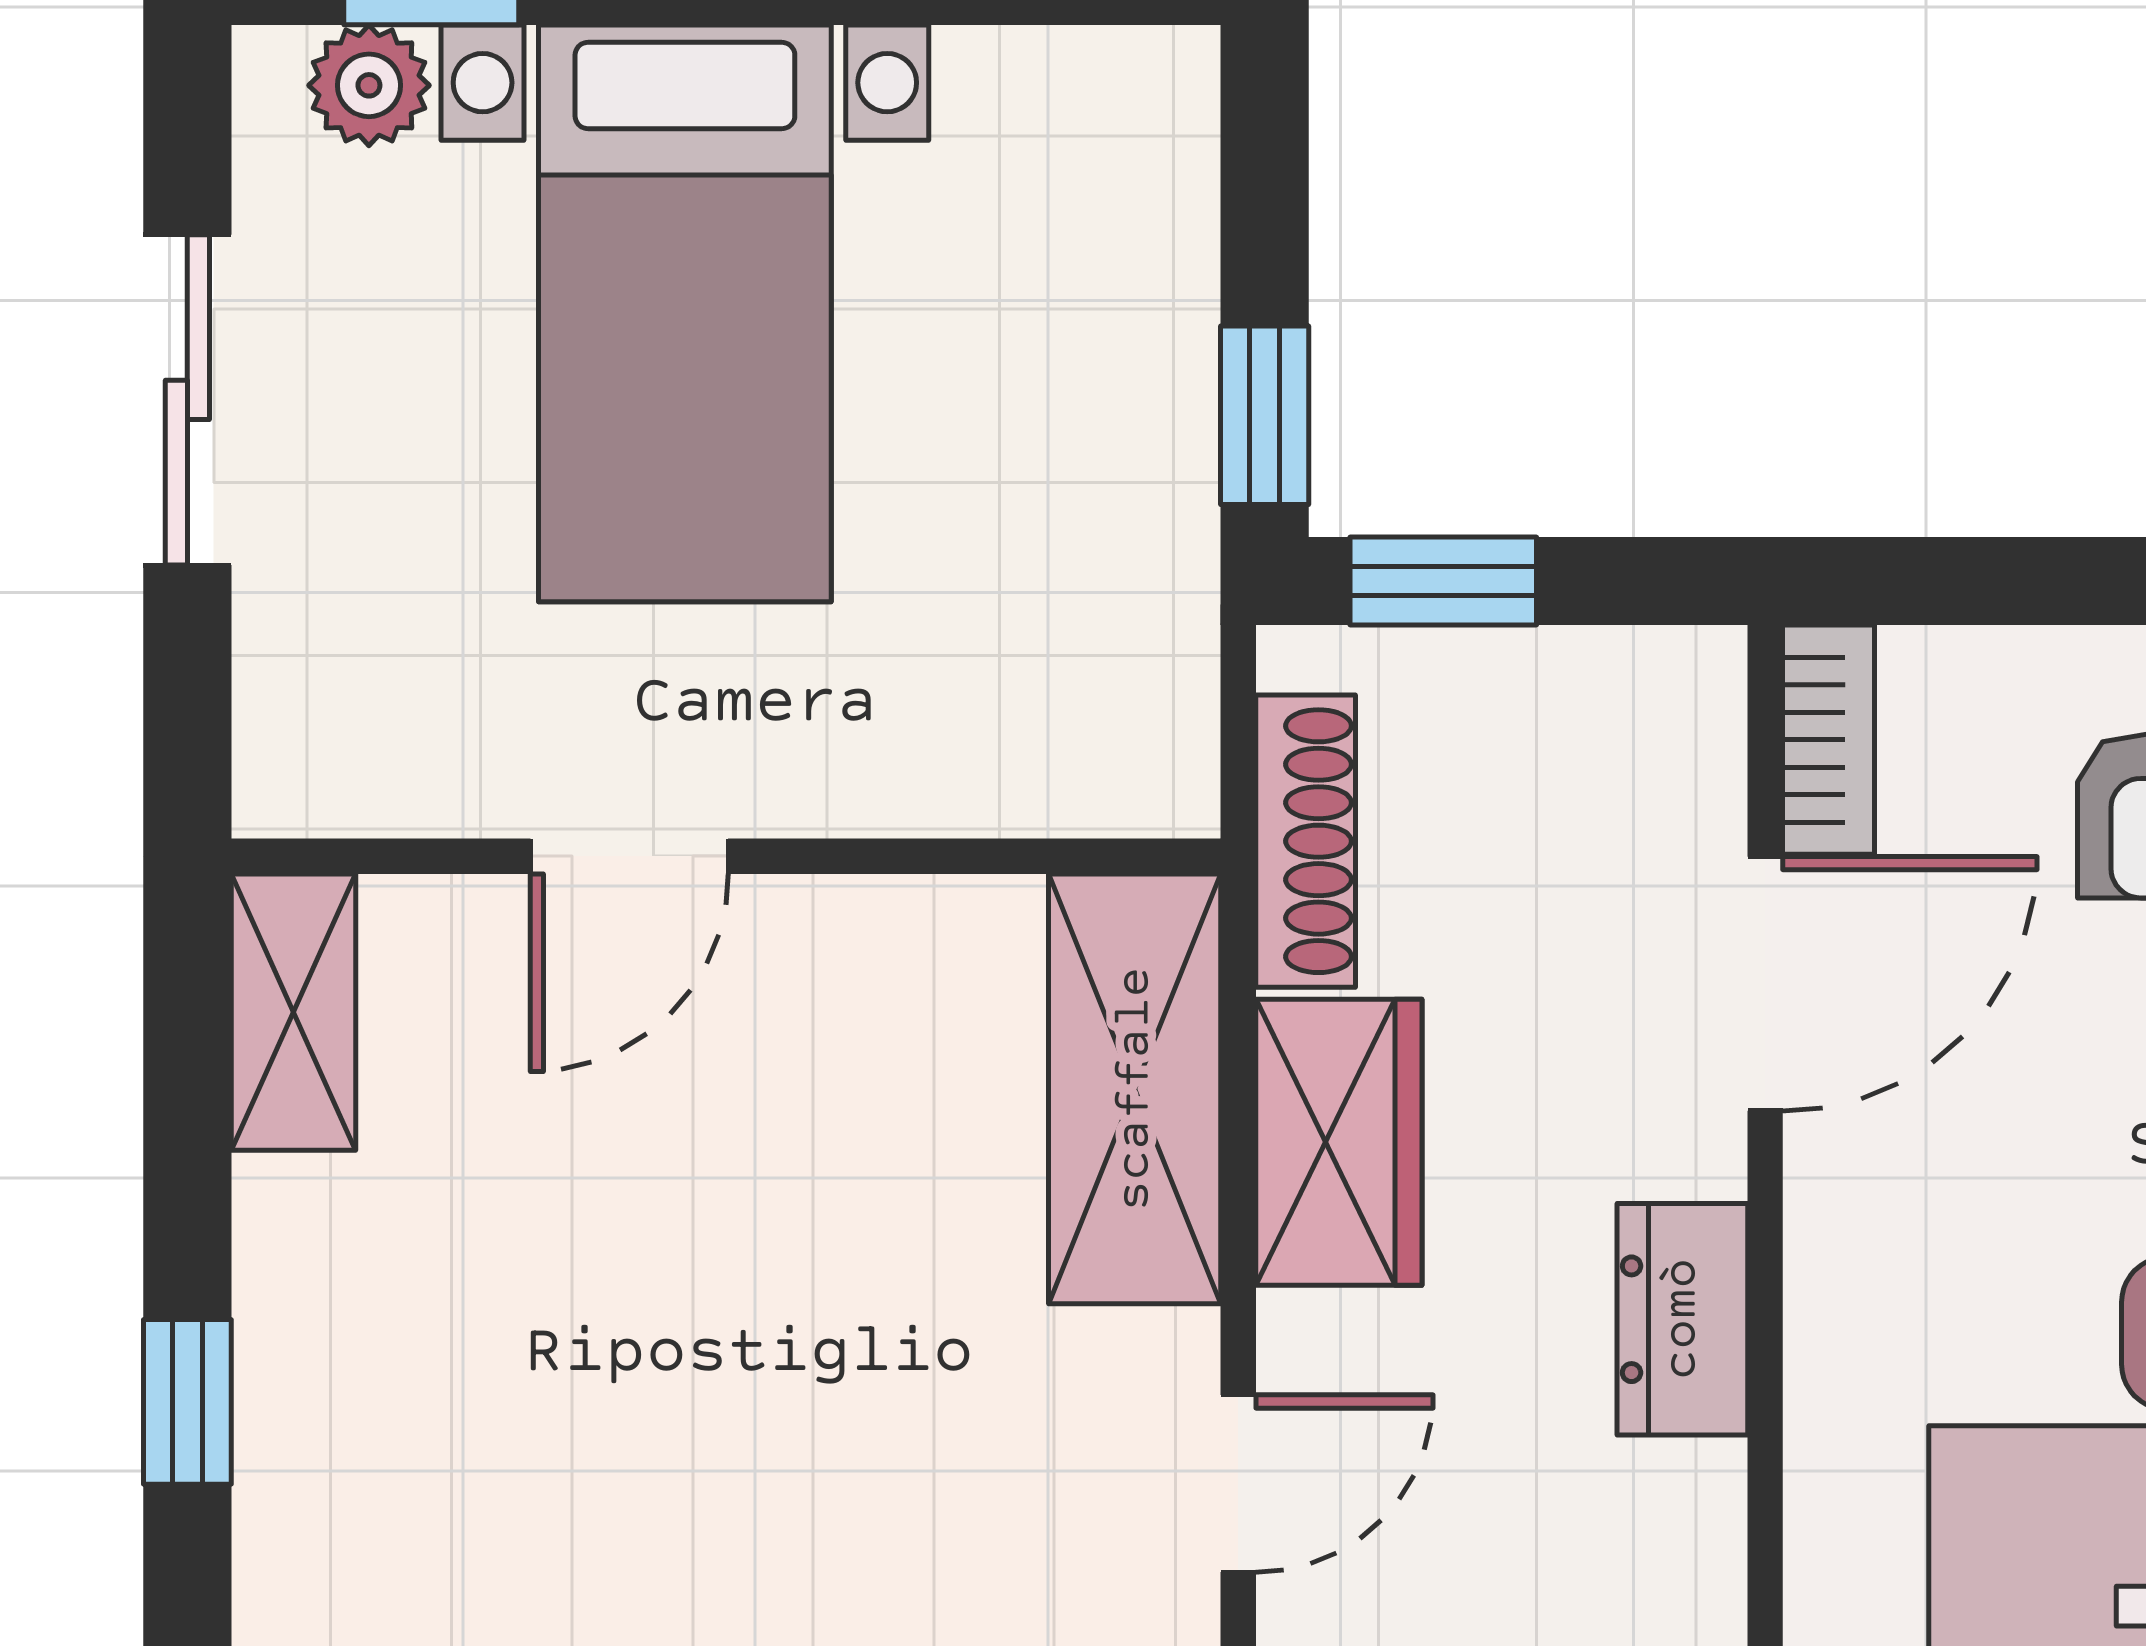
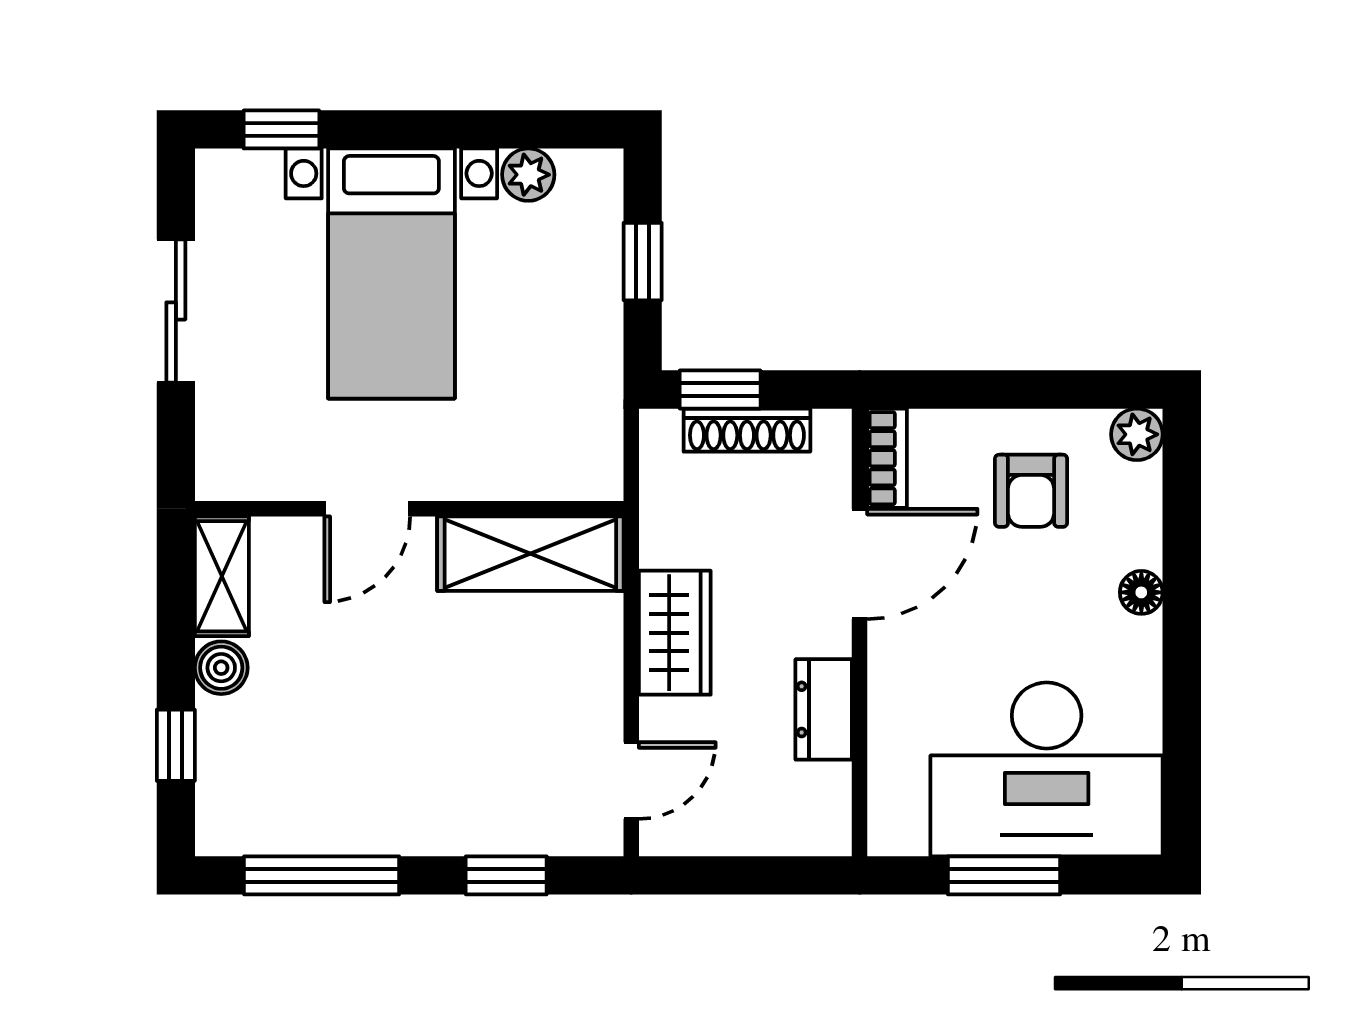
plant: (369, 85) -> (528, 175), moved
window: (1265, 415) -> (643, 262), moved
shoe rack: (1306, 841) -> (747, 430), moved, turned 90
shelving: (1135, 1089) -> (530, 554), moved, turned 90
boiler: (292, 1223) -> (221, 668), added

